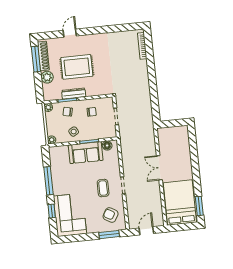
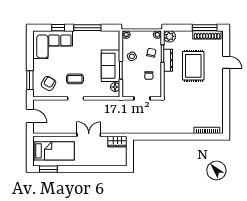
plant: (47, 77) -> (170, 36), moved
wardrobe: (163, 137) -> (117, 142), added
bed: (180, 203) -> (54, 151), width x0.67

